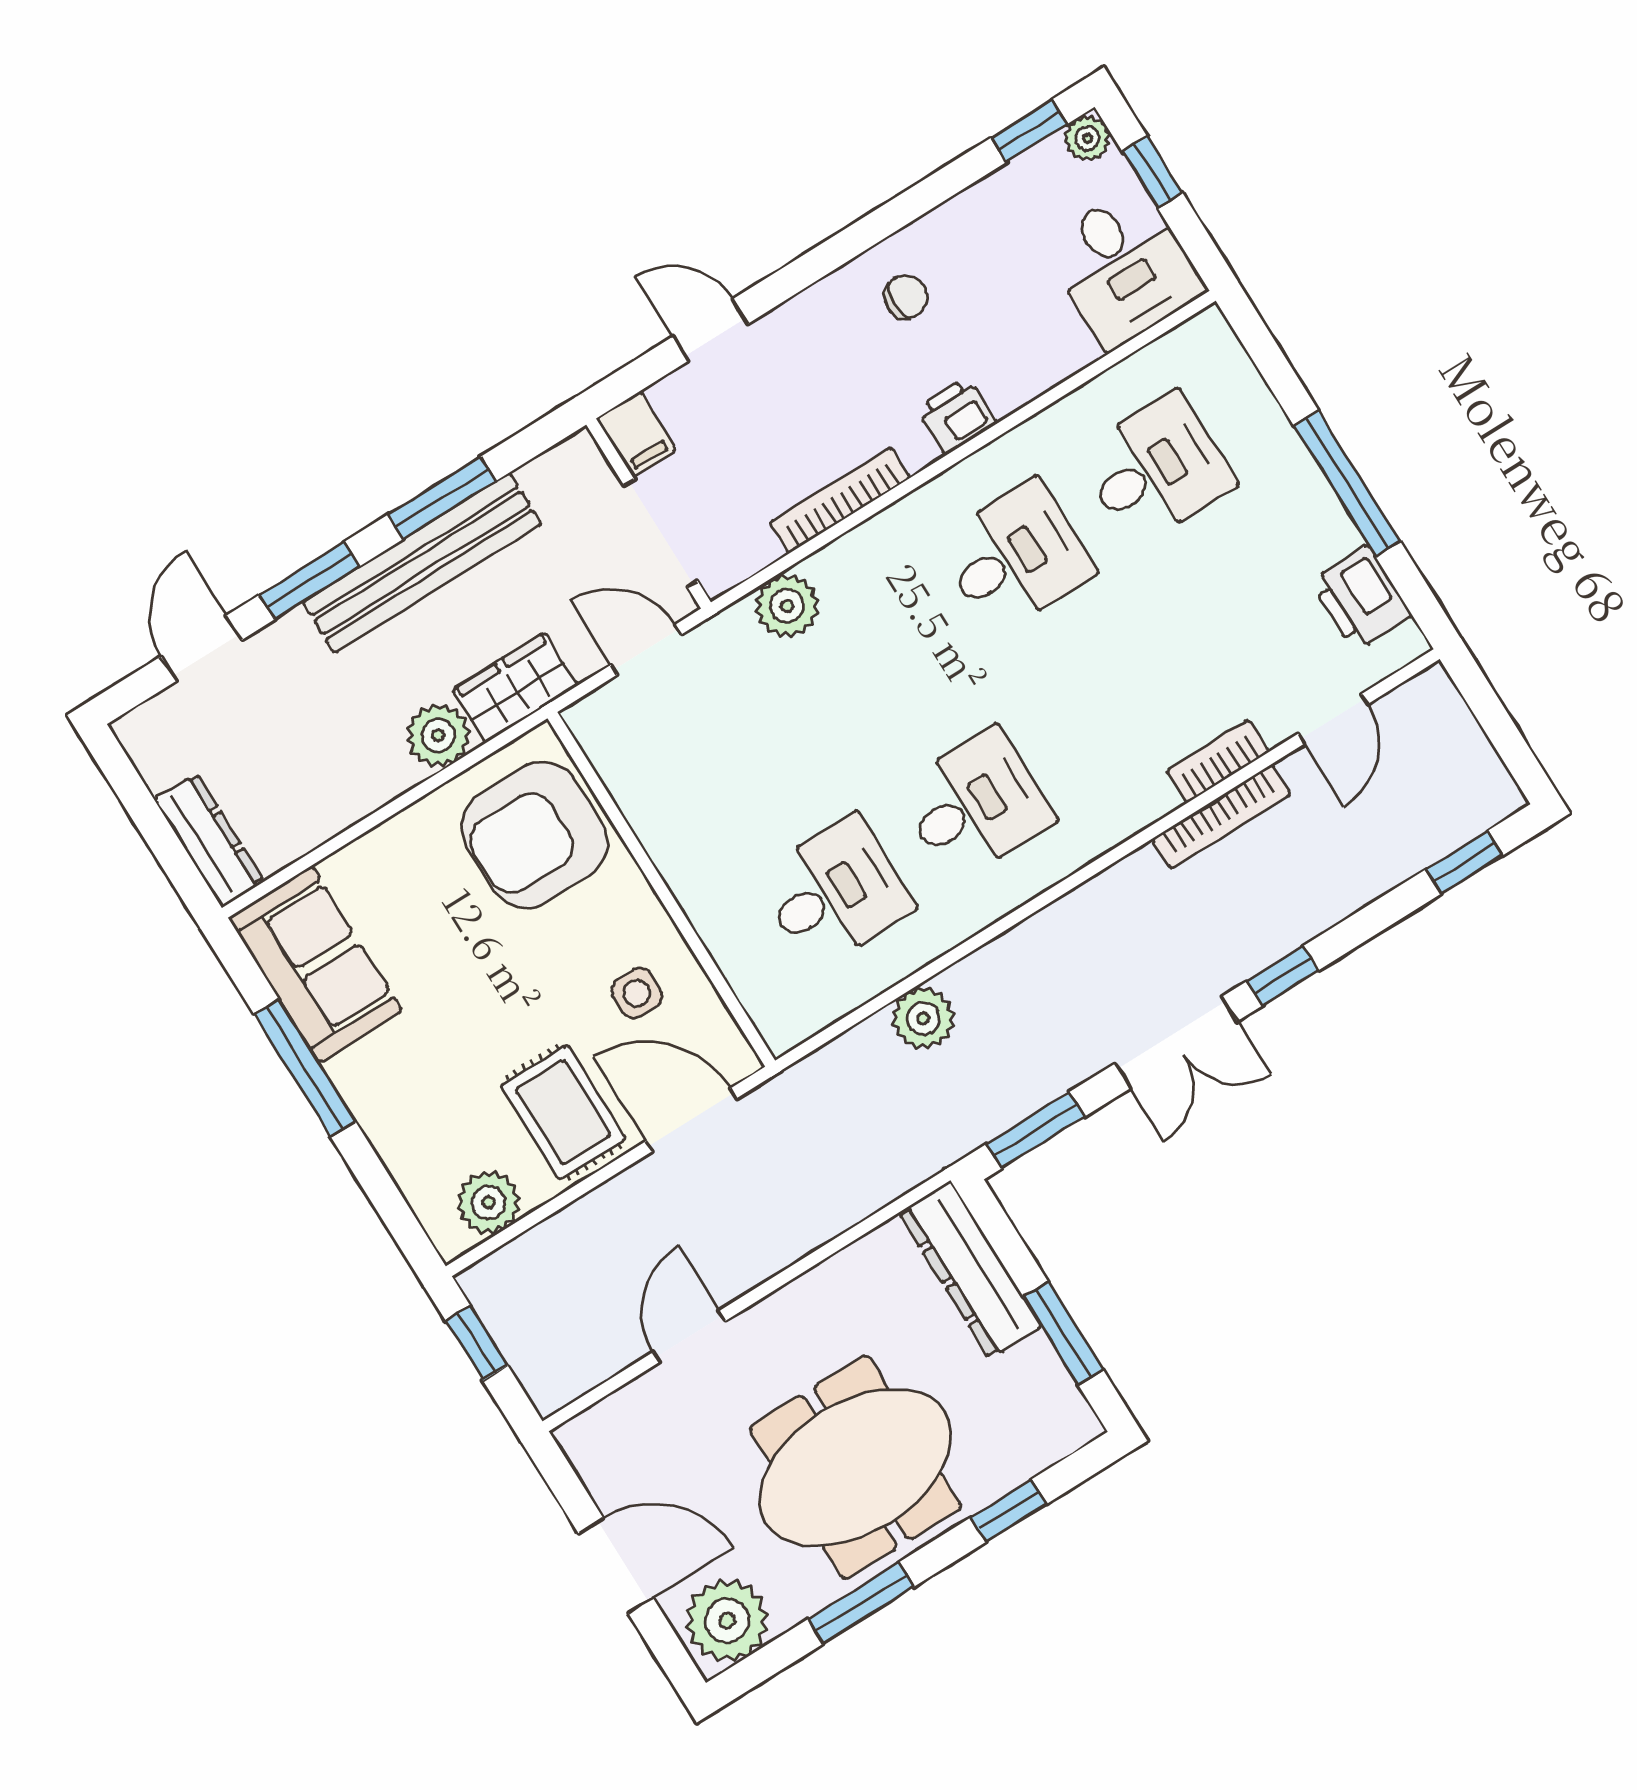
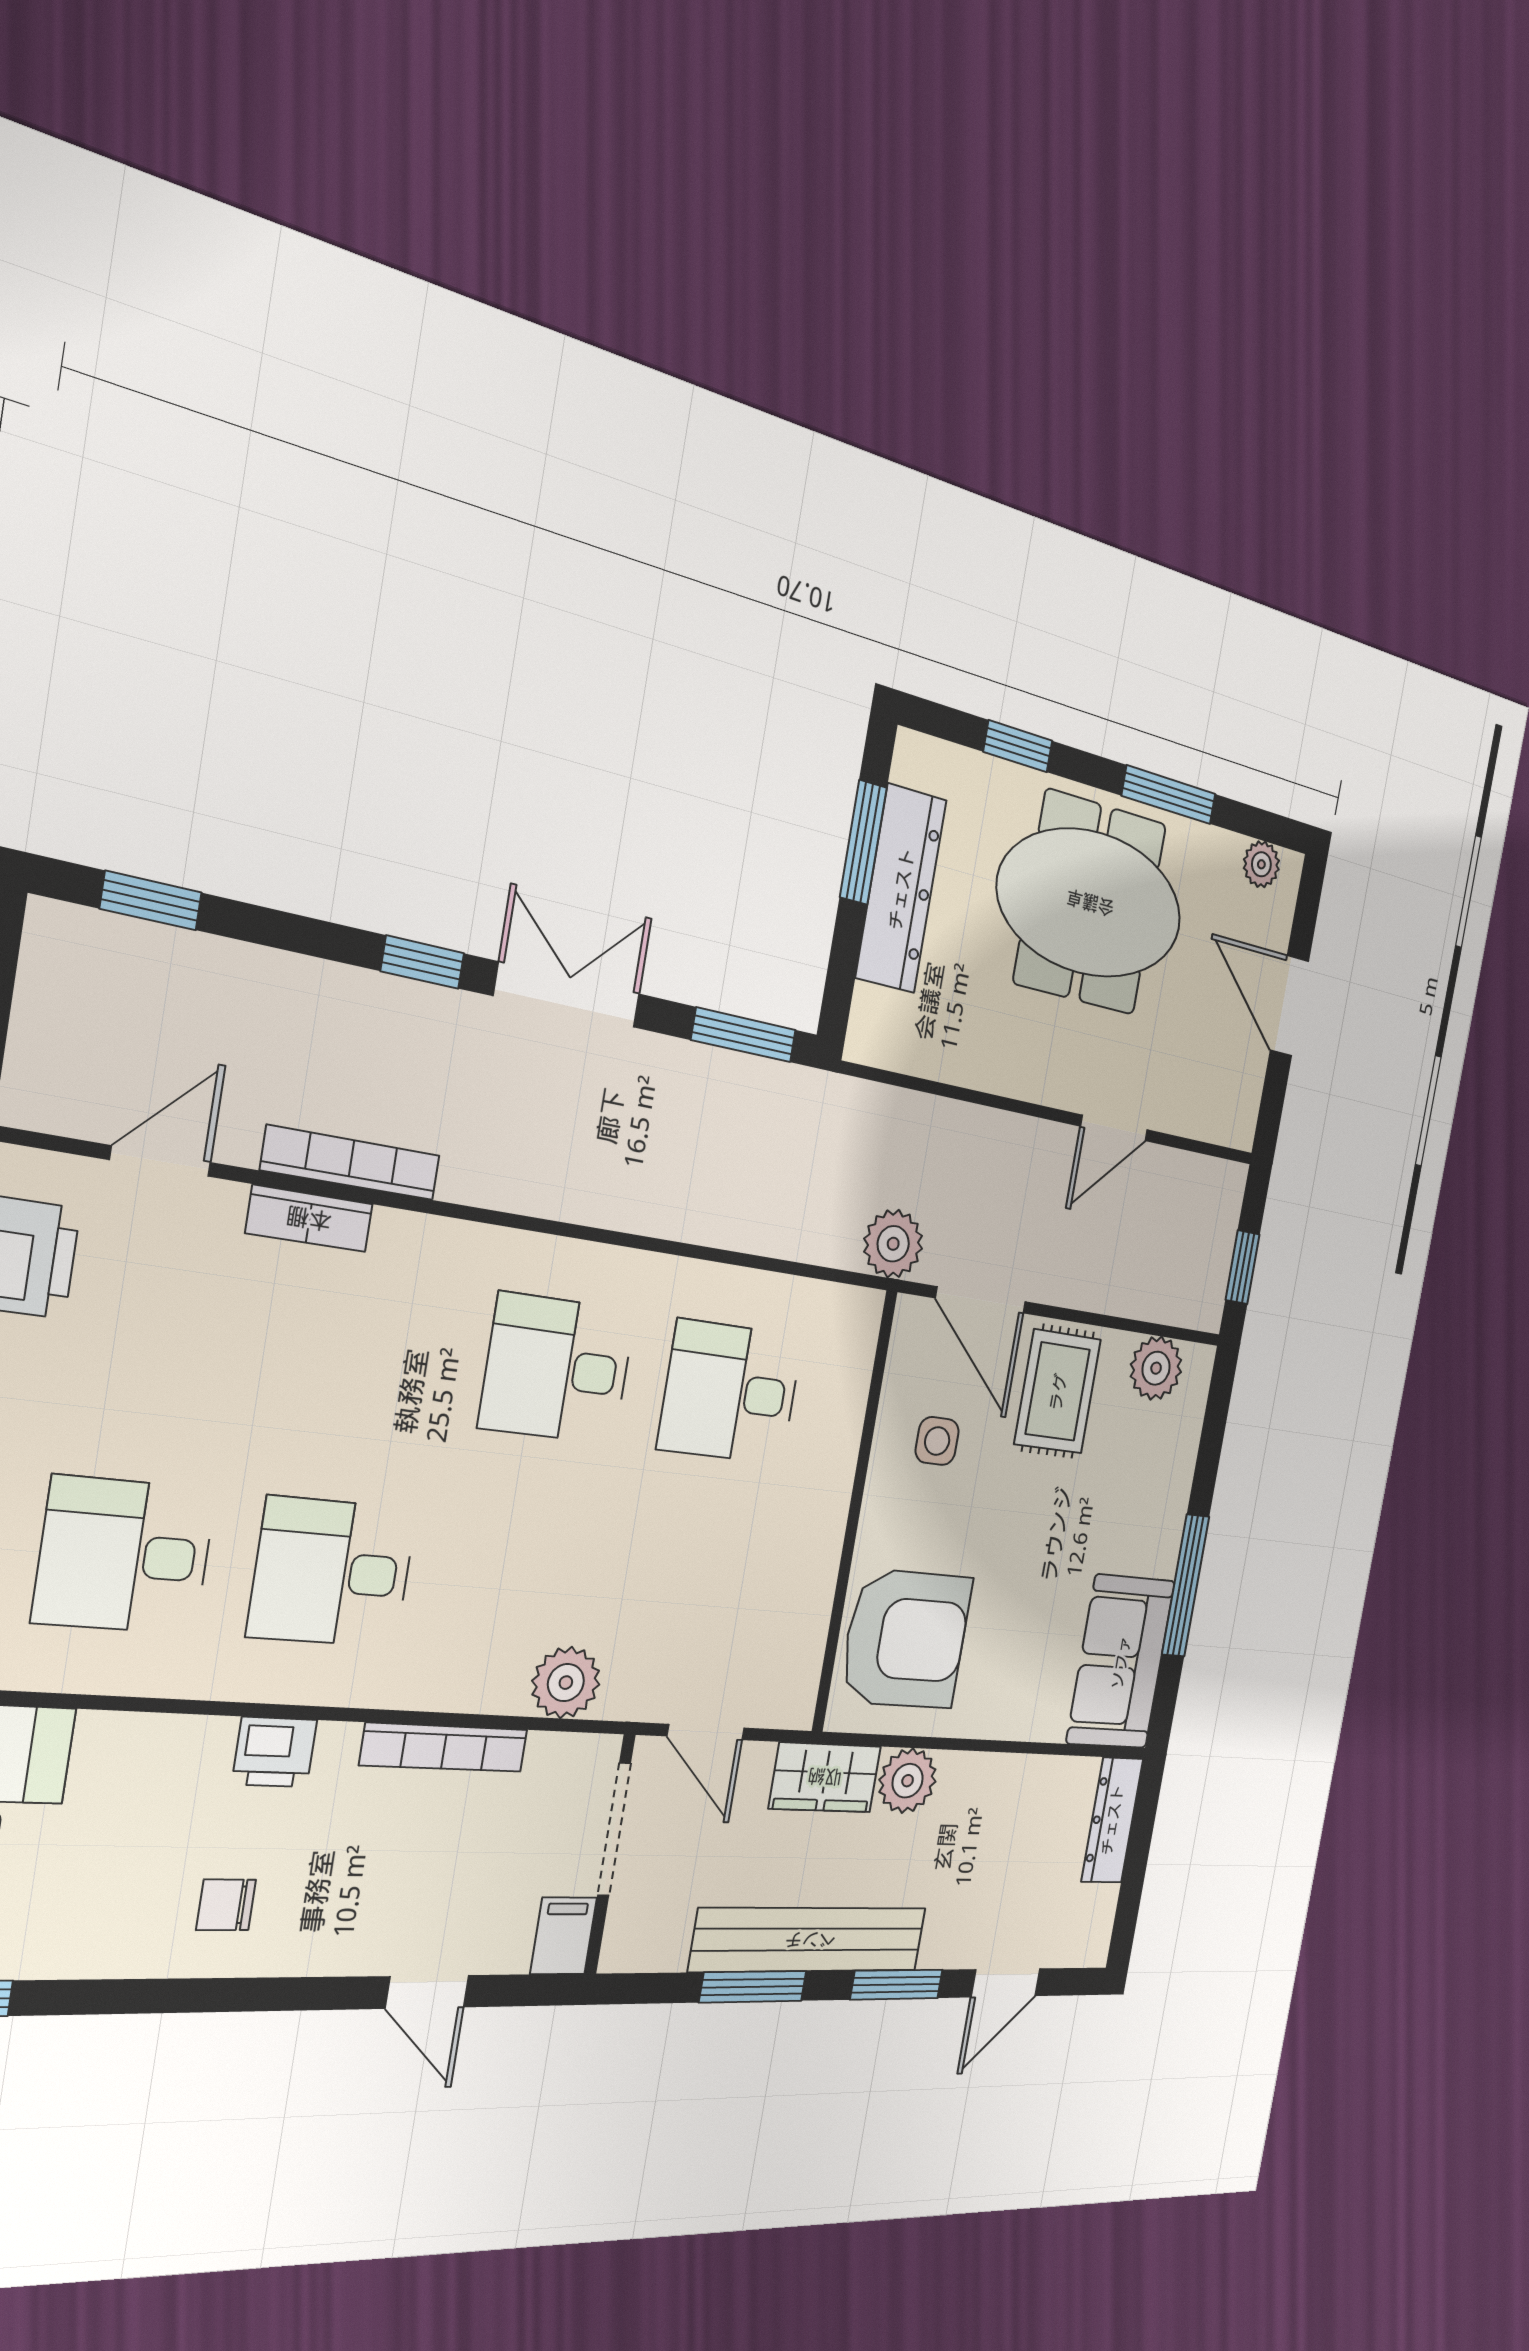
plant: (923, 1018) -> (893, 1244), moved
dresser: (970, 1270) -> (901, 889), moved
plant: (727, 1621) -> (1261, 864), width x0.53, depth x0.53

